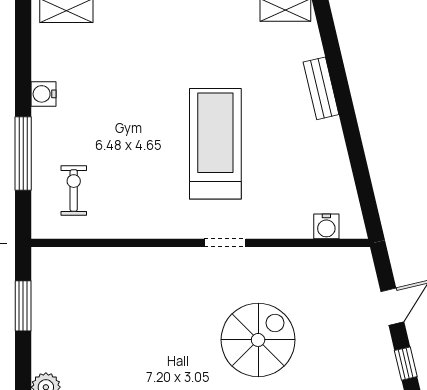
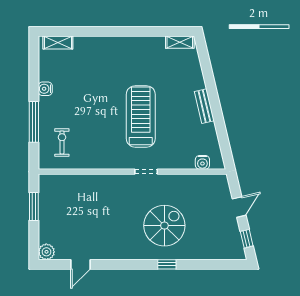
bench: (321, 88) -> (204, 106), moved

